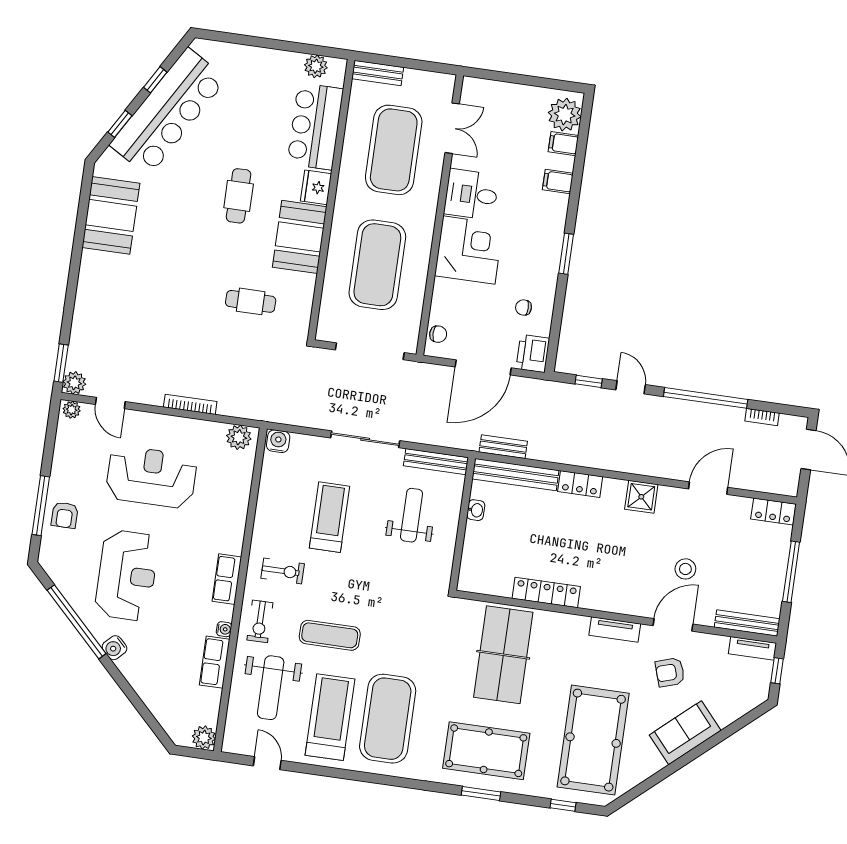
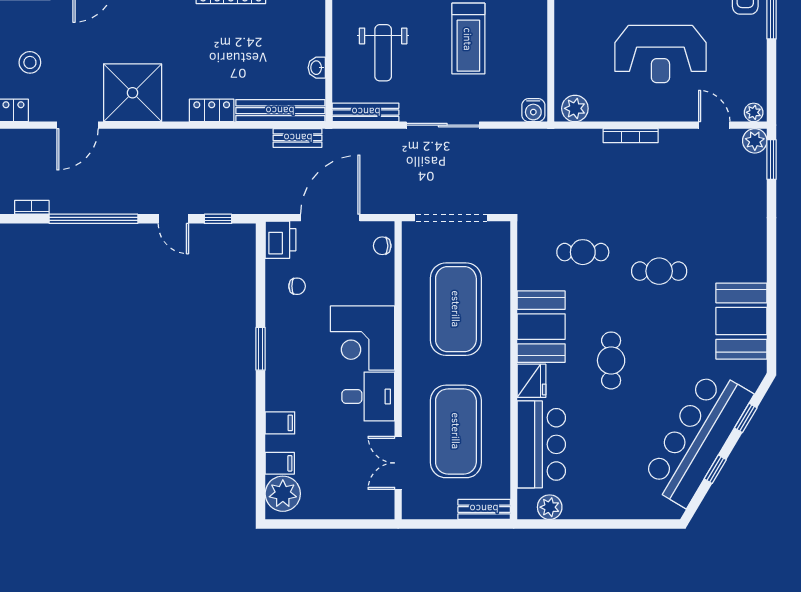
cafe table: (182, 273) -> (659, 271), added
shower: (641, 497) -> (133, 93), width x1.86, depth x1.86
stool: (685, 569) -> (30, 62), moved

